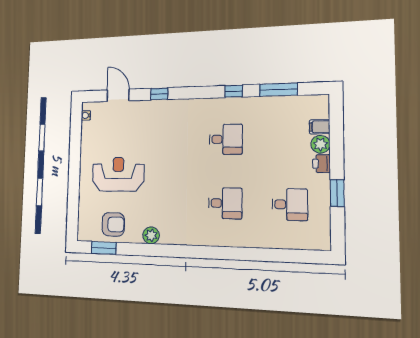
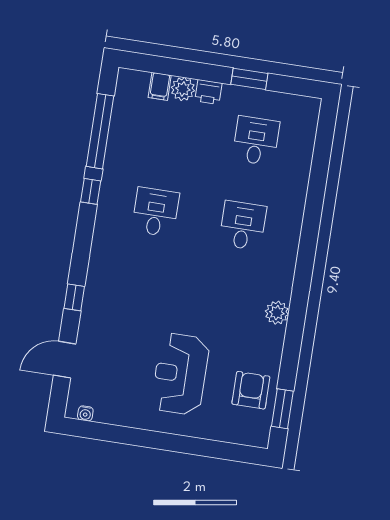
window: (278, 90) -> (100, 131), width x1.46
plant: (151, 235) -> (277, 313), moved

